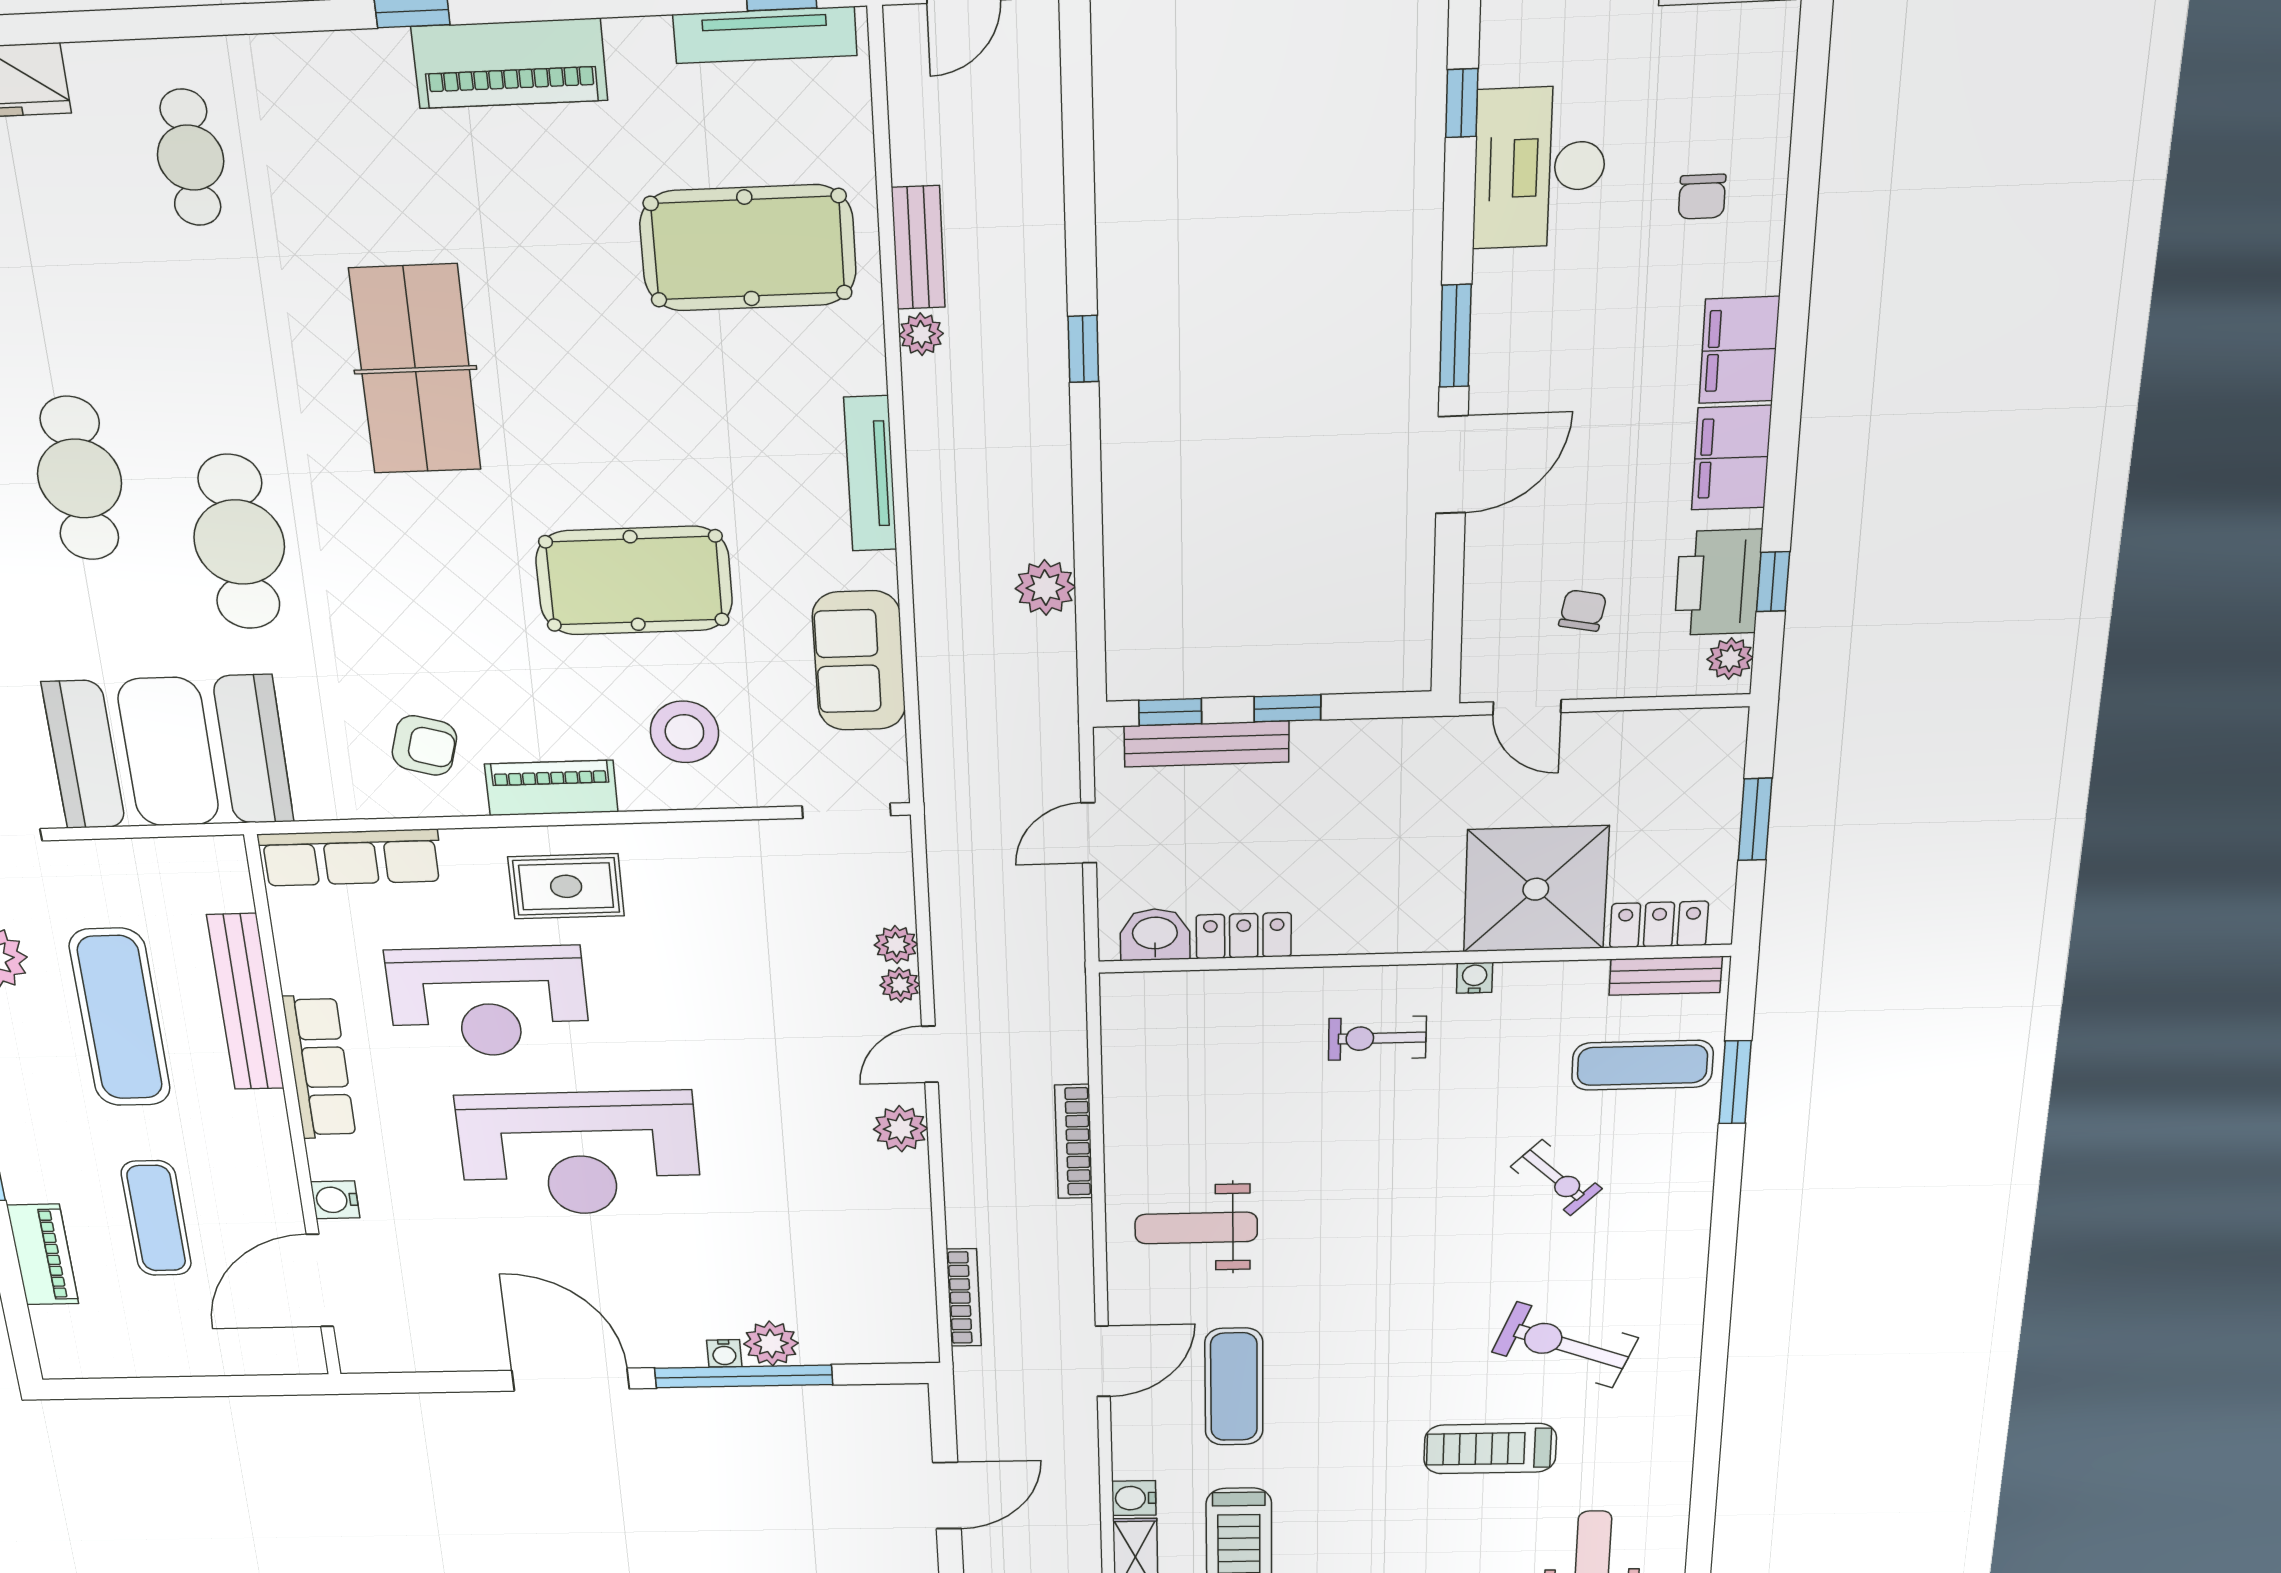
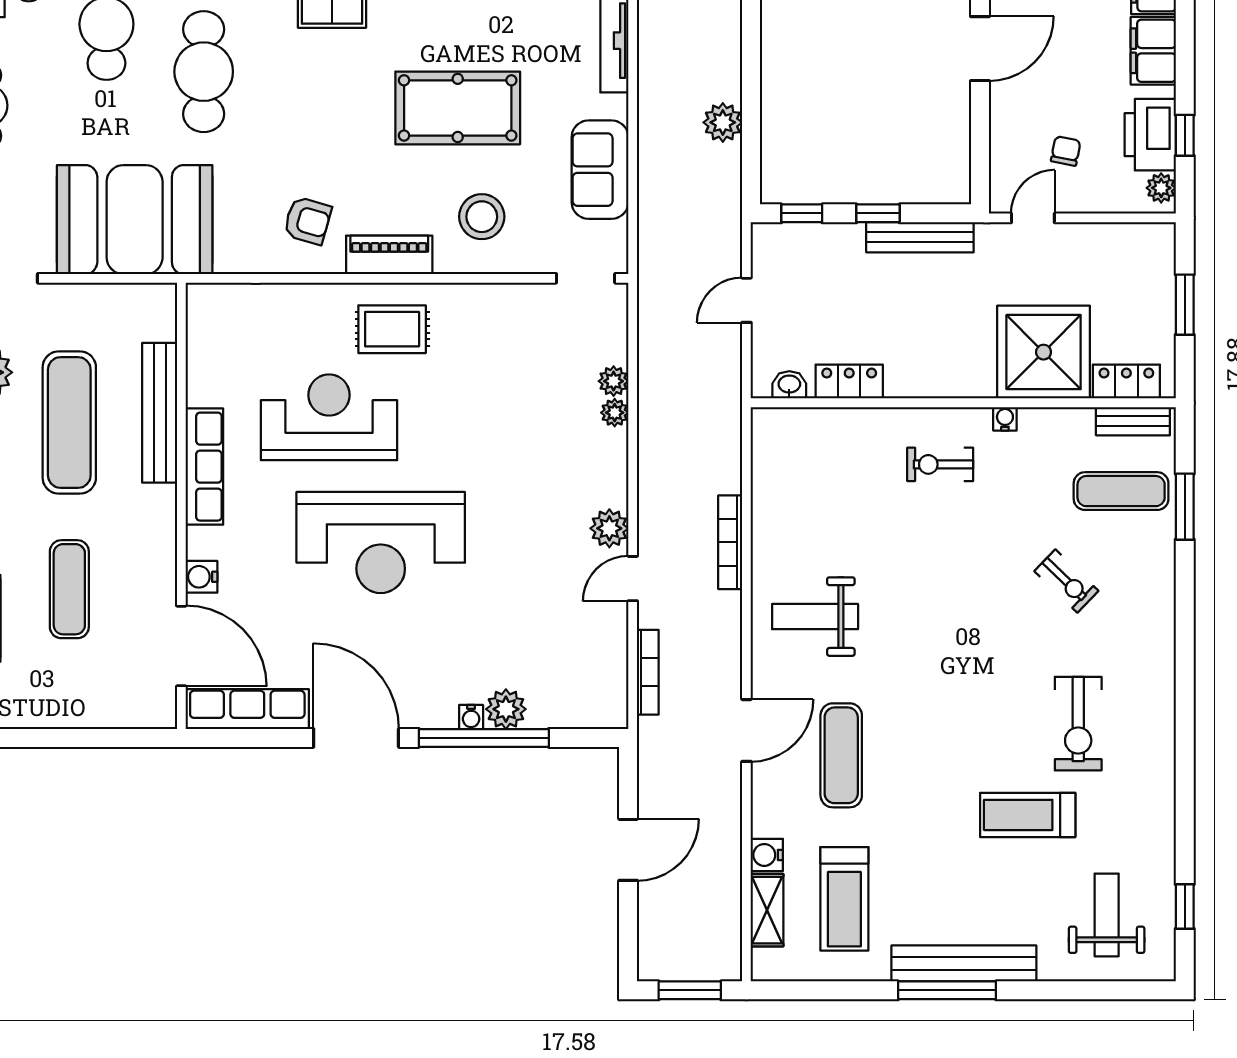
door: (1527, 707) -> (1033, 218), swing flipped
bench: (1207, 744) -> (920, 237), moved
row of seats: (350, 858) -> (247, 709), moved, turned 180
washbasin: (1155, 935) -> (789, 385), width x0.72, depth x0.69
reception desk: (488, 1002) -> (329, 417), turned 180
door: (930, 1054) -> (633, 579), moved
door: (320, 1281) -> (181, 646), swing flipped
exercise bike: (1565, 1345) -> (1078, 724), turned -111
window: (1700, 1545) -> (1185, 906), added

